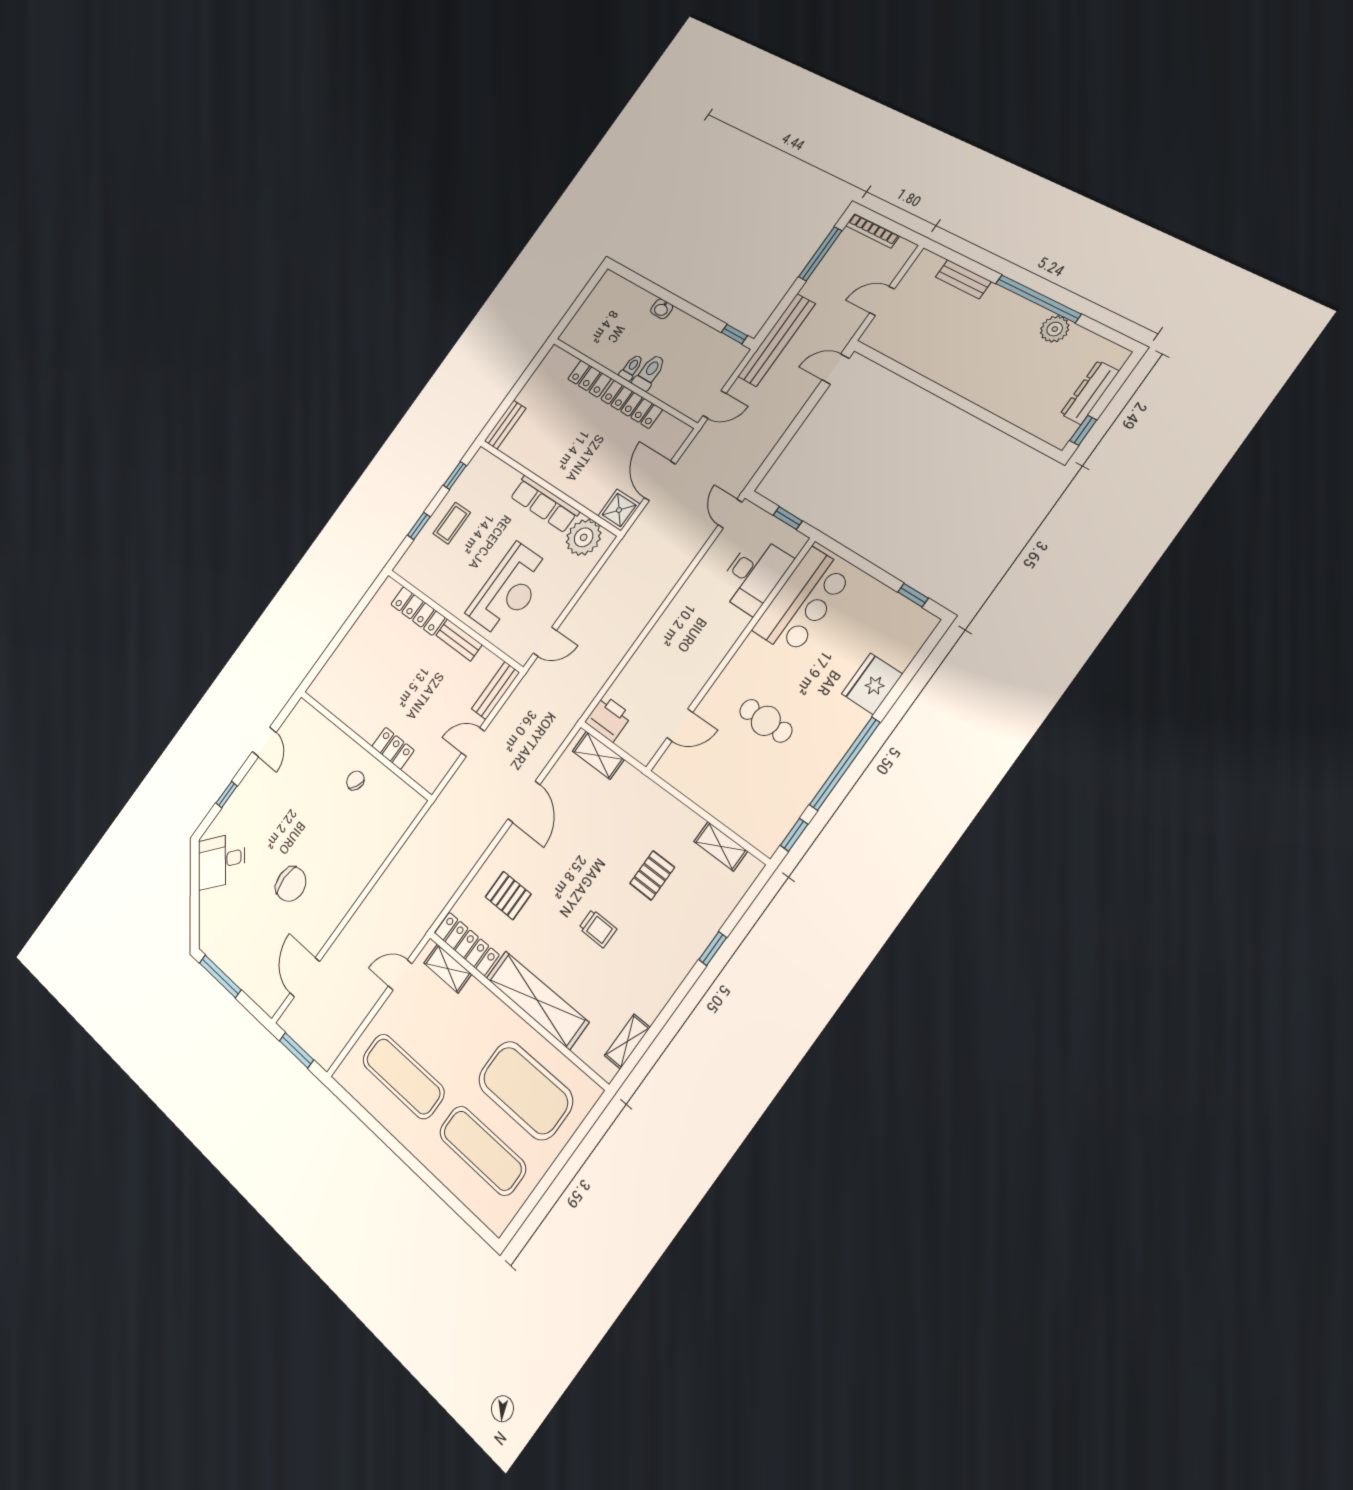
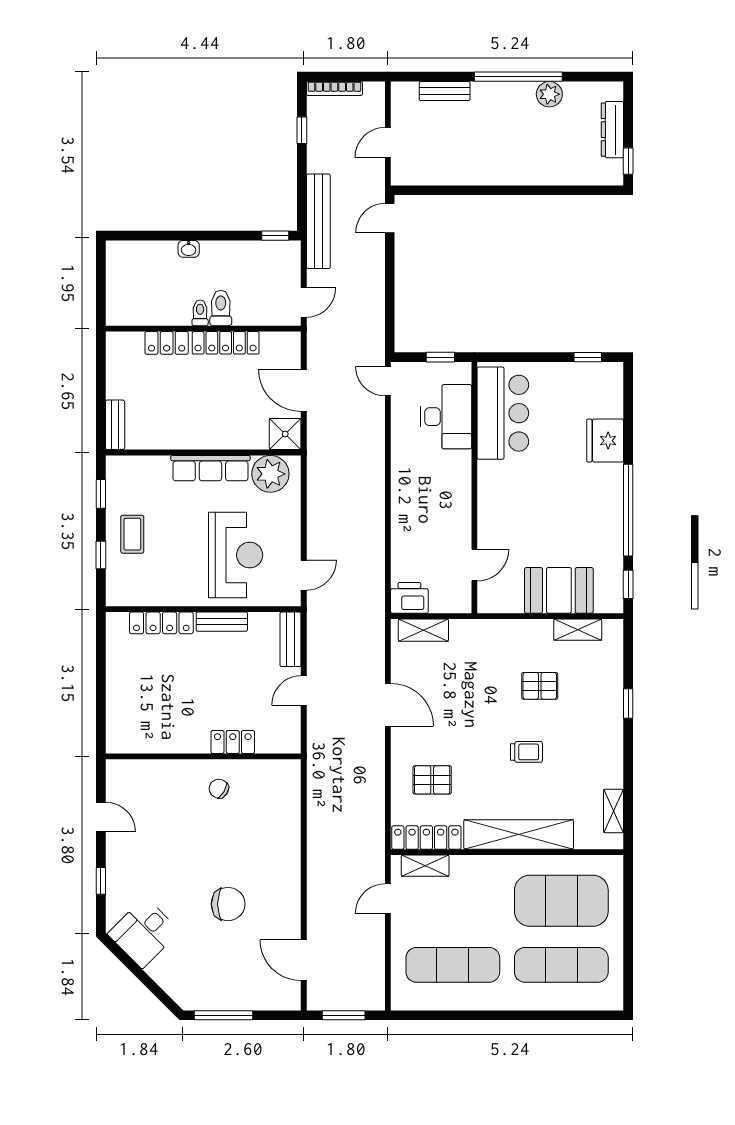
window: (820, 254) -> (302, 130), width x0.46
cafe table: (766, 721) -> (542, 518), removed
booth: (731, 798) -> (559, 590), added
pallet: (652, 875) -> (540, 686), turned 90

